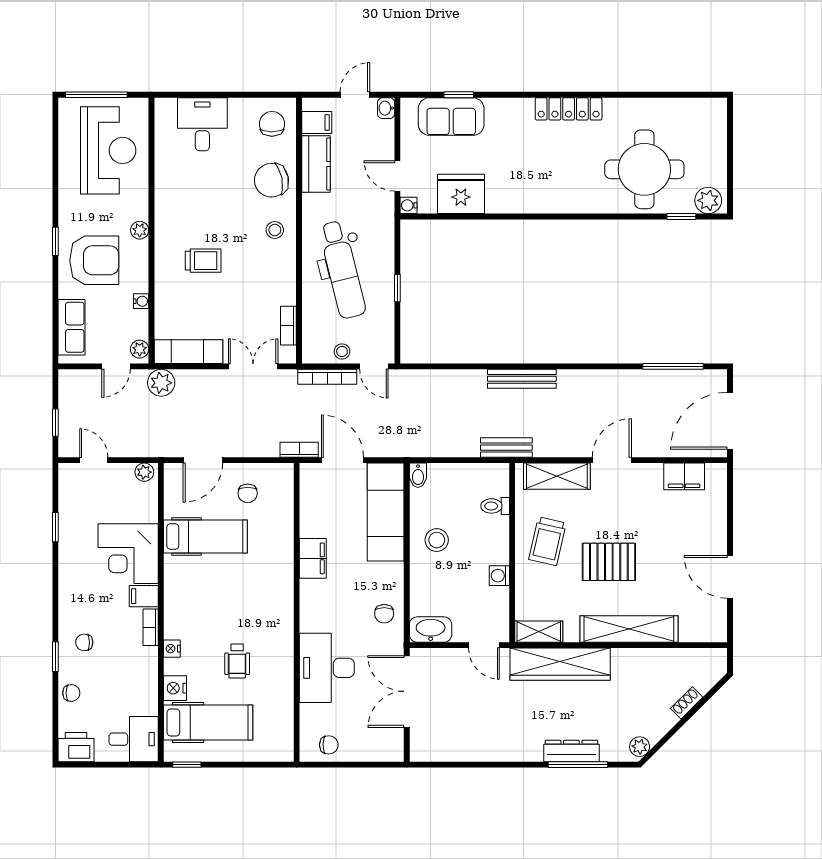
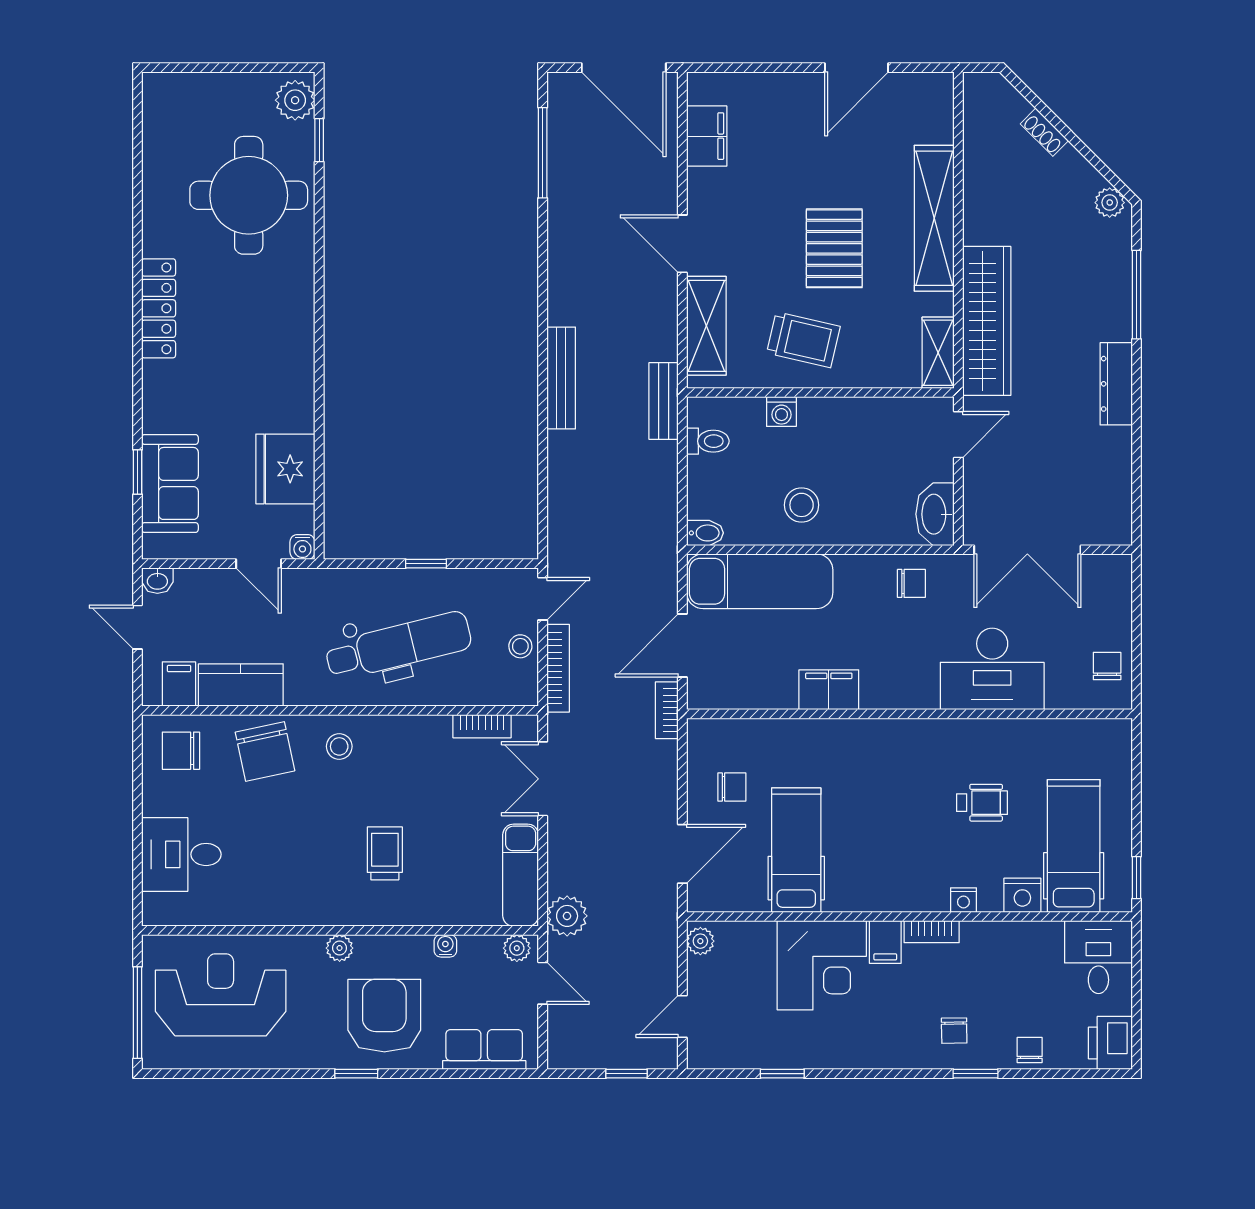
door: (397, 176) -> (259, 564), hinge flipped
door: (203, 460) -> (682, 854), hinge flipped
toilet: (495, 506) -> (708, 441), moved, turned -90
washing machine: (499, 576) -> (781, 412), moved
dresser: (571, 751) -> (1116, 384), moved

